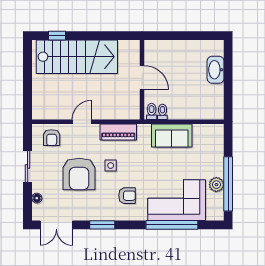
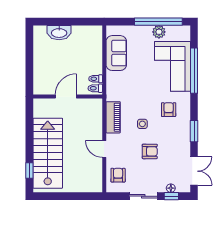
sofa: (172, 135) -> (116, 53), moved
armchair: (52, 138) -> (118, 175), turned -90
armchair: (79, 174) -> (150, 151), width x0.53, depth x0.53
window: (28, 199) -> (171, 196), added

